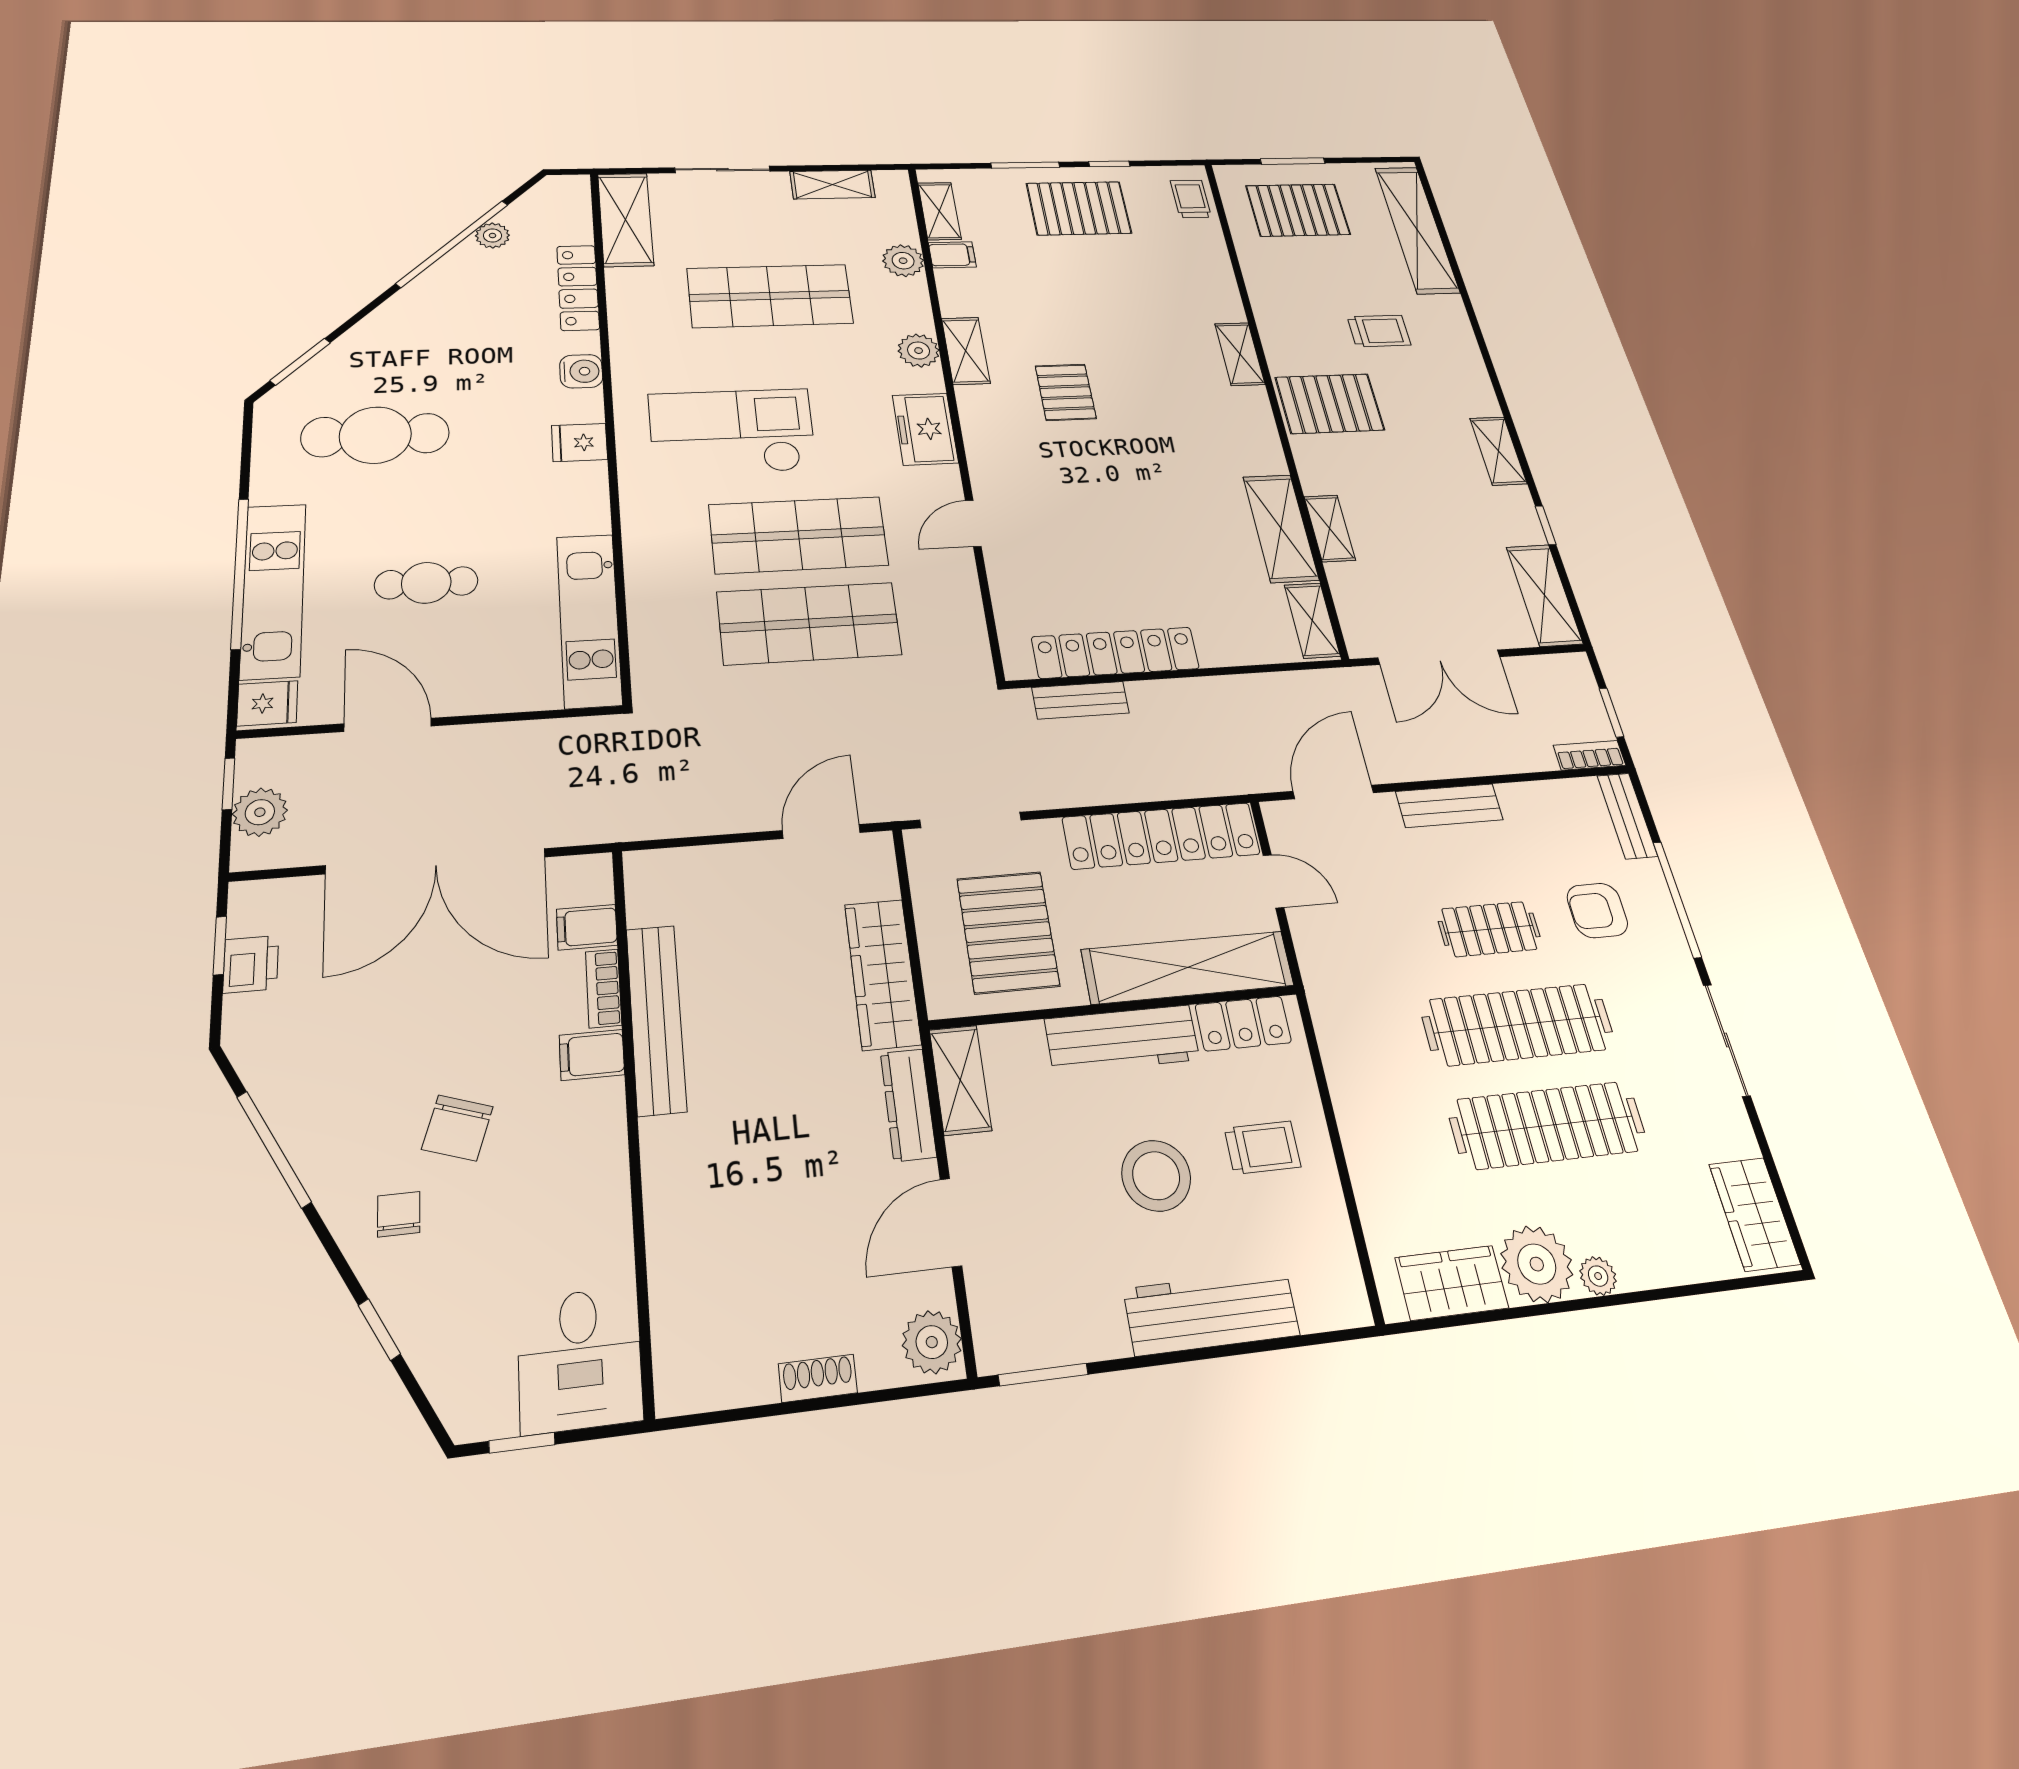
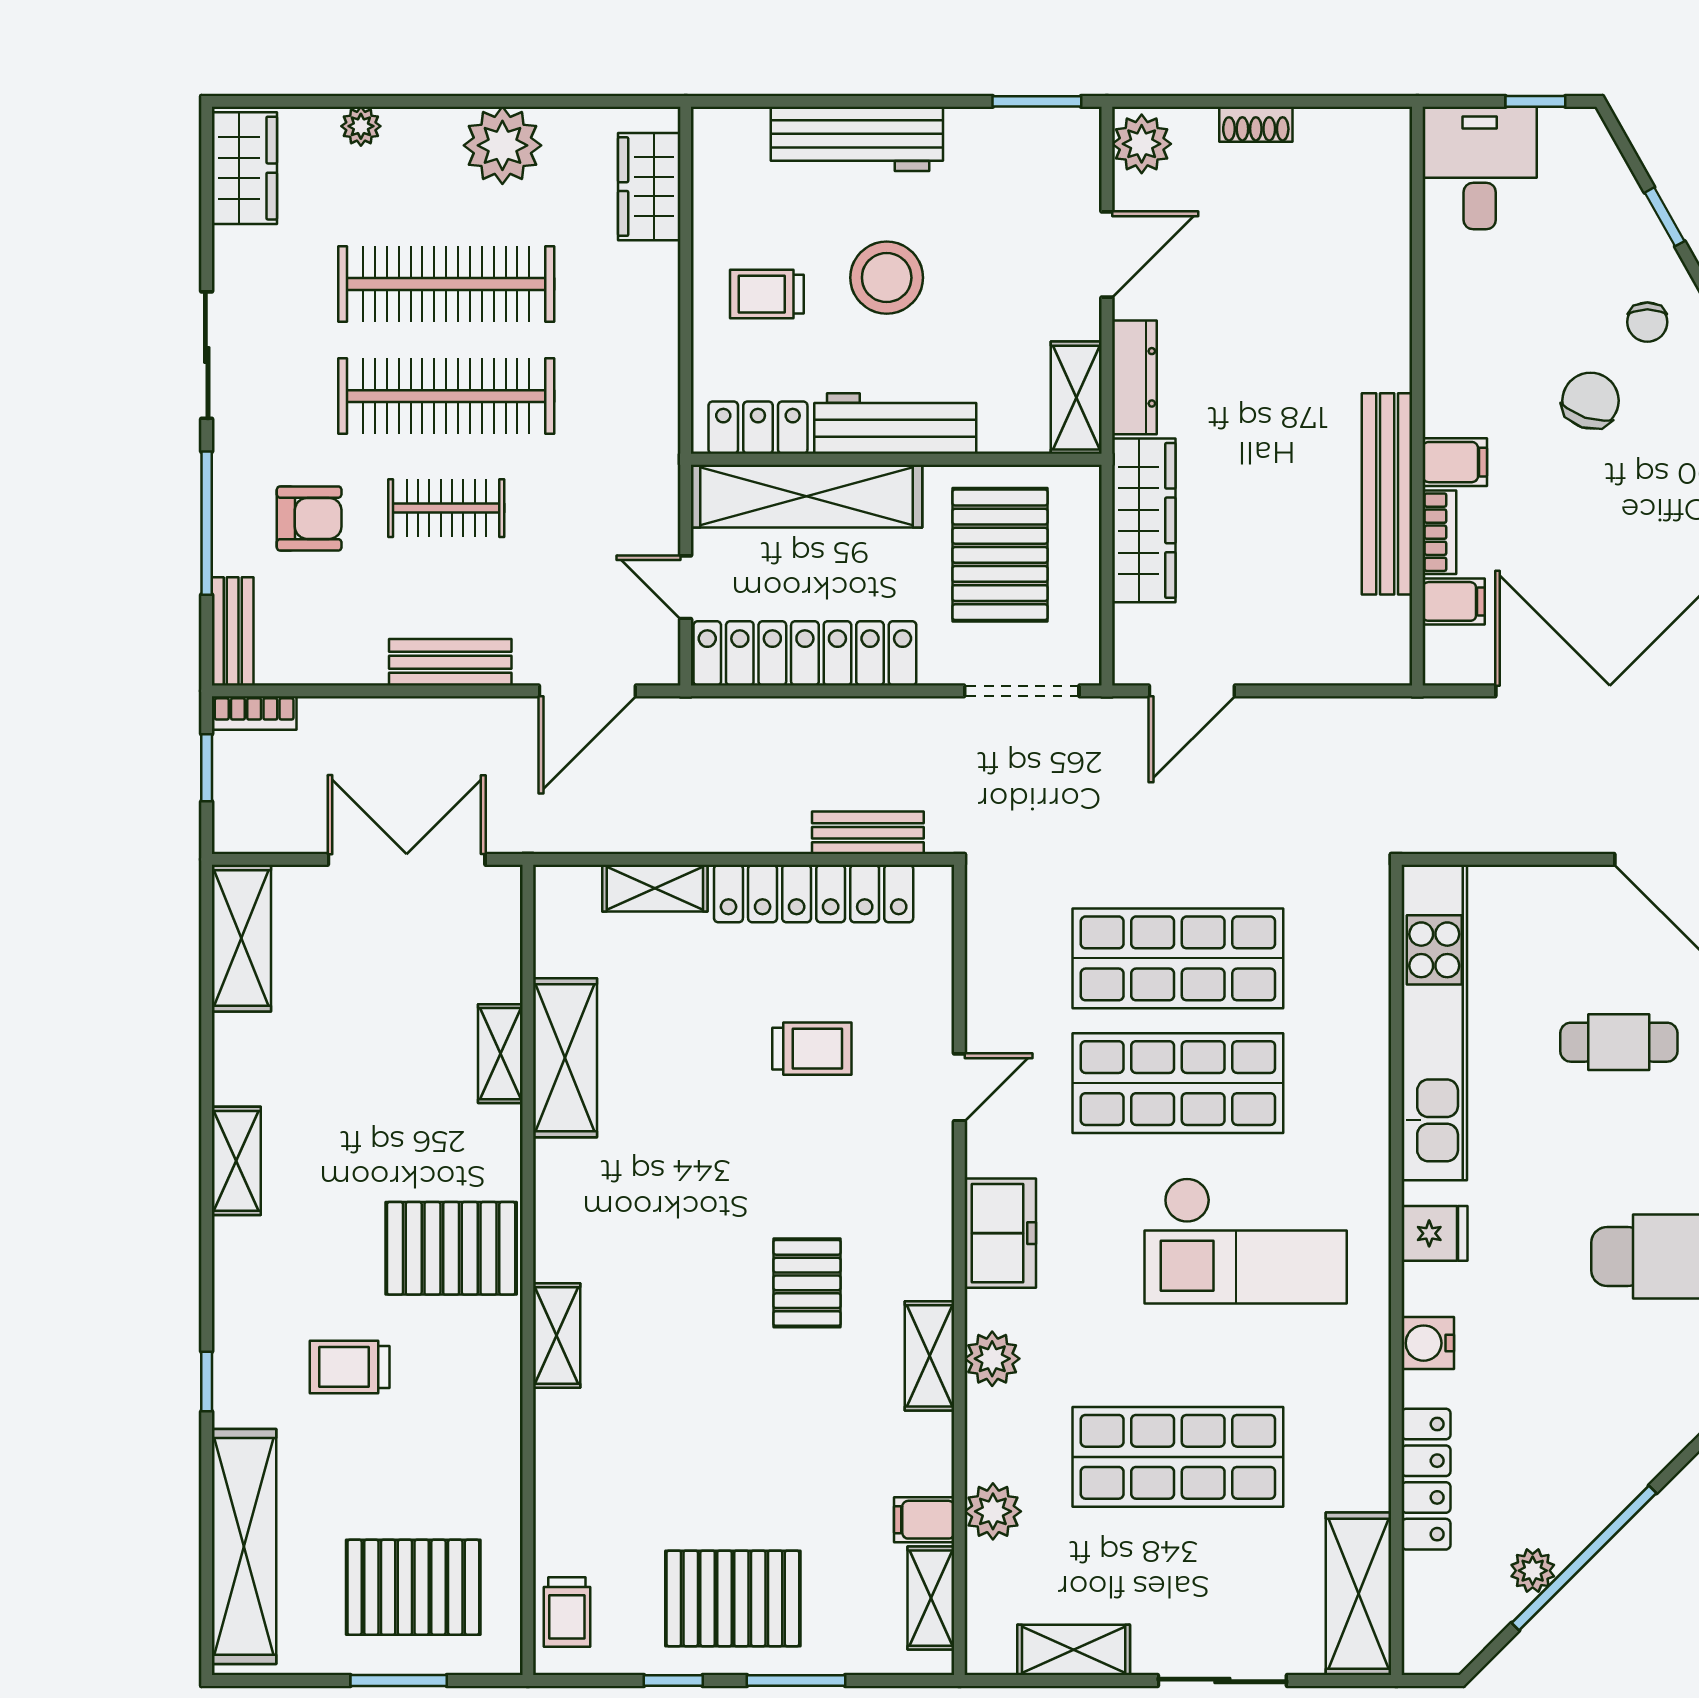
window: (1546, 525) -> (207, 1382), moved
trolley: (1094, 544) -> (812, 1049), added
kitchen unit: (589, 620) -> (1434, 1022), width x1.36
shelving: (1312, 620) -> (655, 888), moved, turned 90
plant: (1598, 1276) -> (361, 126), moved
wardrobe: (1452, 1283) -> (649, 187), moved, turned 90

